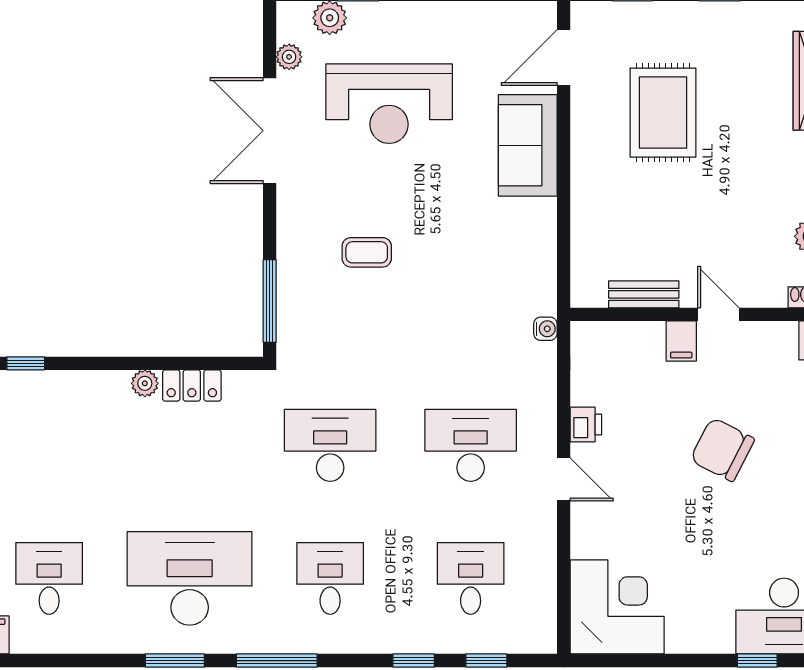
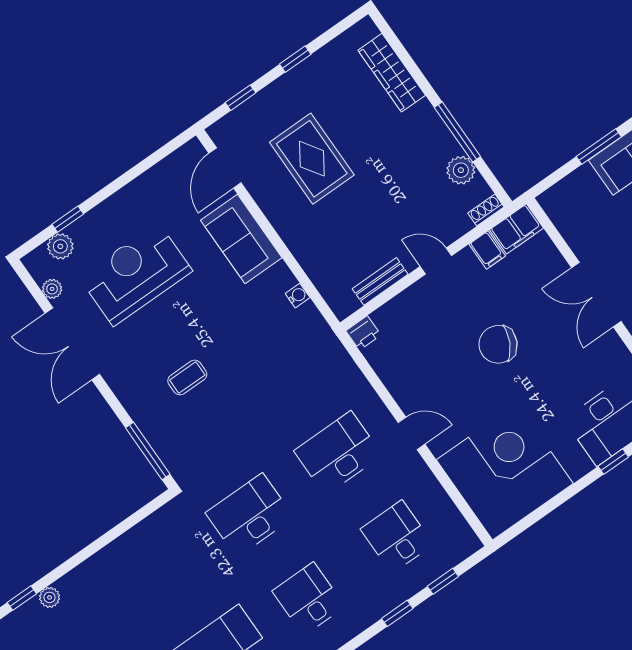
reception desk: (389, 104) -> (136, 274), turned 180
water cooler: (545, 329) -> (298, 296), moved
filing cabinet: (681, 341) -> (487, 250), moved
plant: (145, 383) -> (50, 597), moved
locker: (192, 385) -> (136, 539), removed
printer: (586, 424) -> (363, 333), moved, turned 90
corner desk: (617, 607) -> (505, 472), width x1.36, depth x1.36

